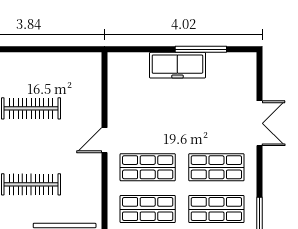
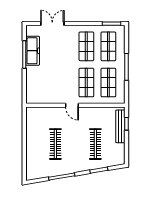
freezer: (177, 65) -> (33, 51), moved
double door: (259, 123) -> (52, 24), moved

